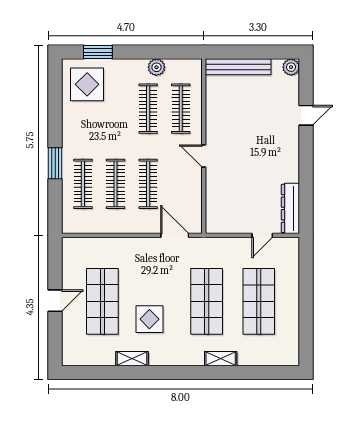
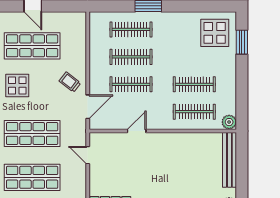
plant: (156, 67) -> (229, 122), moved
door: (204, 156) -> (137, 131), moved
door: (262, 235) -> (88, 155), moved
trolley: (145, 257) -> (70, 82), added

